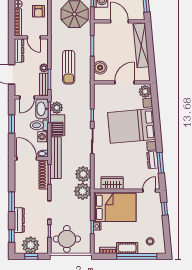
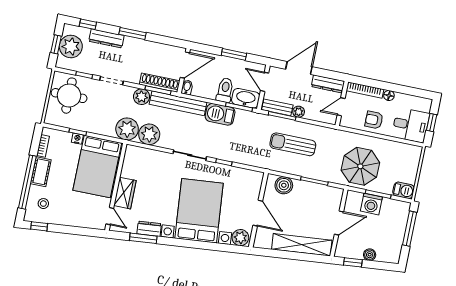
plant: (57, 108) -> (142, 97), moved
washing machine: (43, 137) -> (209, 92), removed
wardrobe: (112, 183) -> (125, 193), moved
window: (165, 209) -> (39, 226), moved

